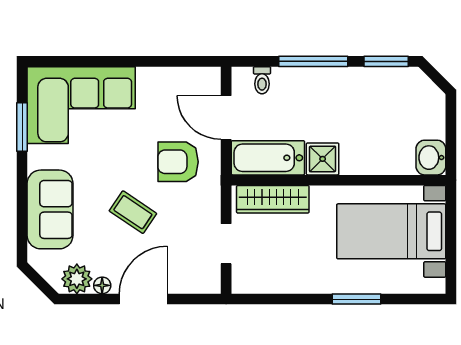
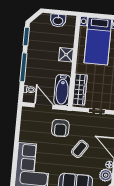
door: (226, 118) -> (44, 106), swing flipped
washbasin: (431, 158) -> (58, 21), moved
shower: (323, 159) -> (66, 55), moved

